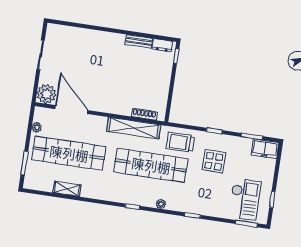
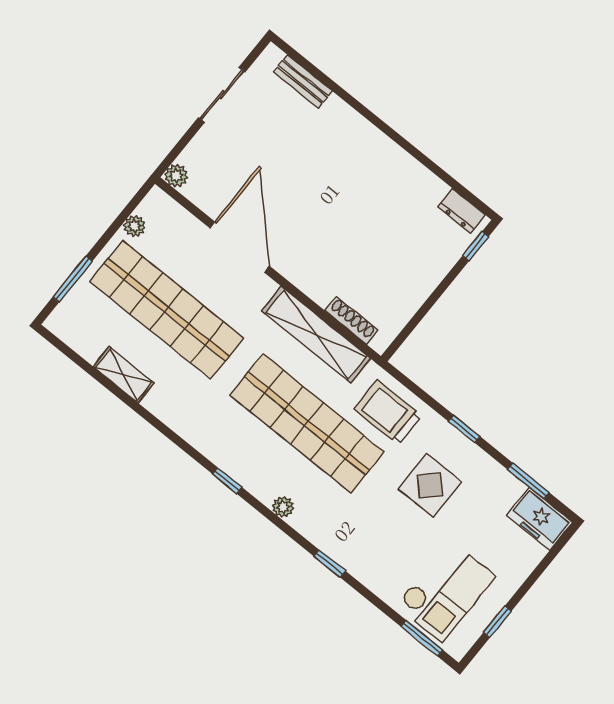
bench: (139, 41) -> (303, 81), moved
plant: (47, 94) -> (176, 176), width x0.53, depth x0.53
door: (71, 110) -> (240, 247), moved

